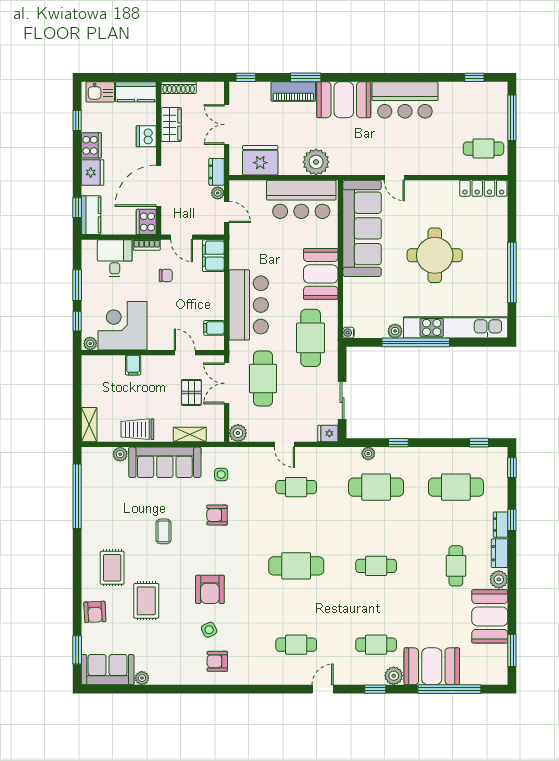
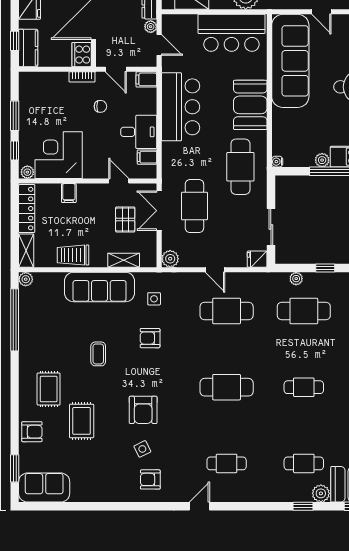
filing cabinet: (213, 256) -> (146, 79), width x0.50
desk: (115, 258) -> (139, 132), moved, turned 90
bar counter: (249, 305) -> (181, 107), moved
locker: (90, 381) -> (27, 209), added
plant: (120, 454) -> (26, 279), moved
cafe table: (296, 487) -> (227, 311), width x1.37, depth x1.35
armchair: (95, 612) -> (32, 432), turned -87
plant: (142, 678) -> (77, 496), removed
door: (323, 689) -> (200, 506), moved

